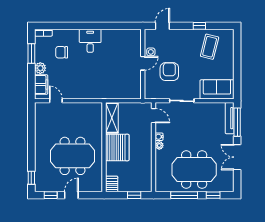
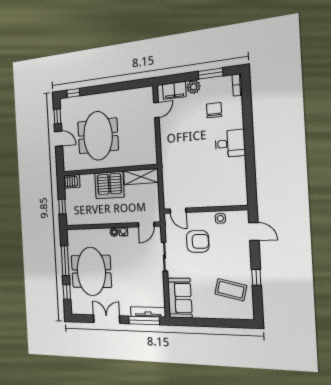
door: (143, 63) -> (178, 211), moved

